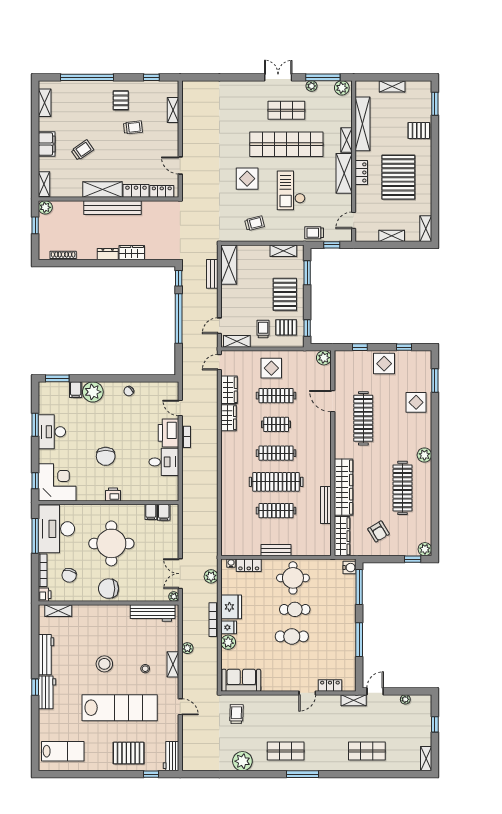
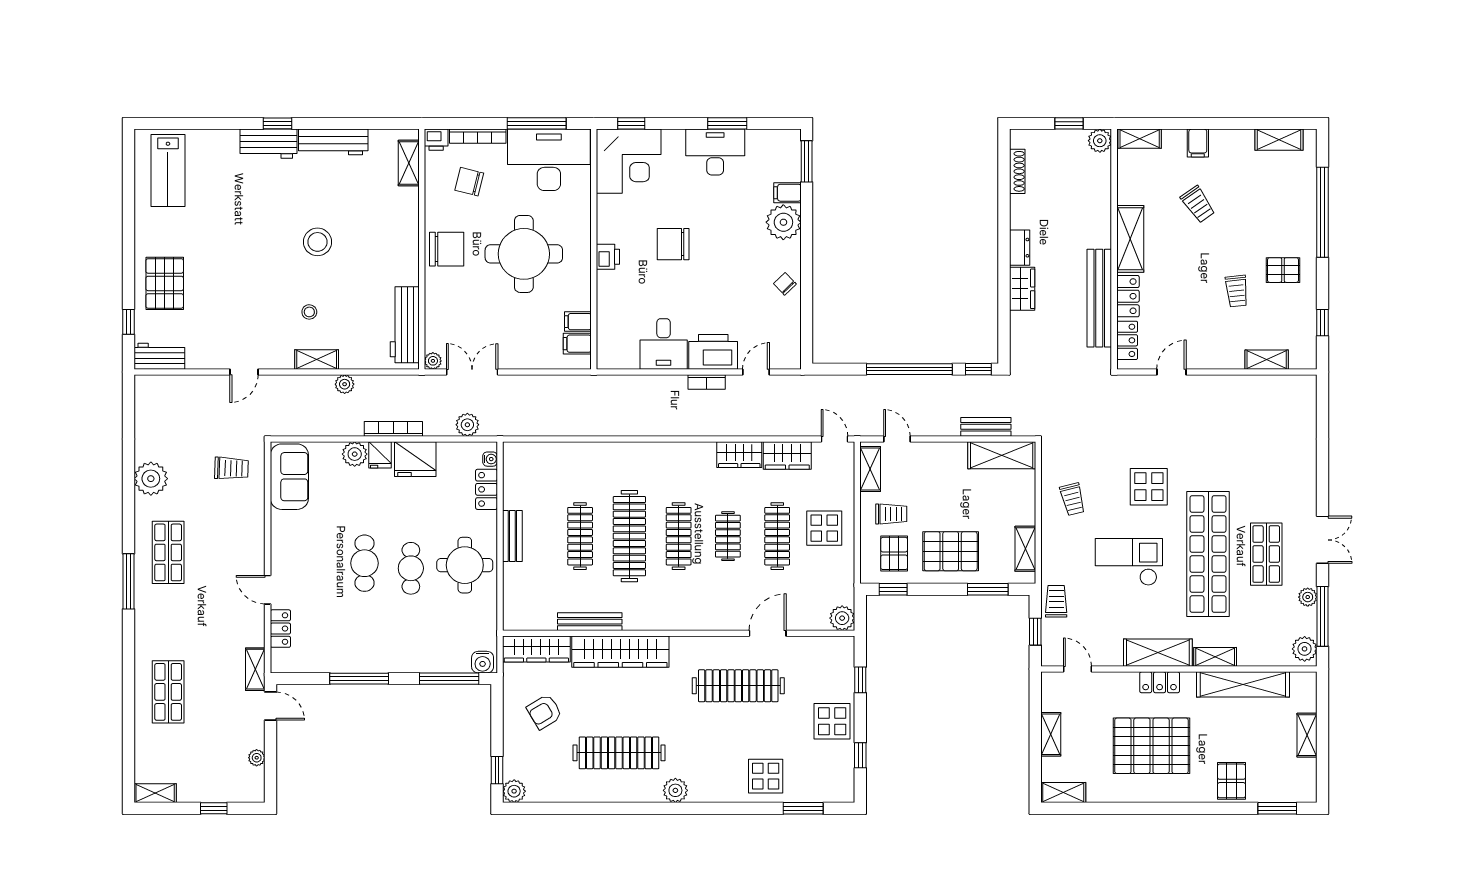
filing cabinet: (47, 144) -> (1198, 143), width x0.50
bench: (113, 208) -> (1099, 298), moved
chair: (109, 589) -> (447, 249), turned 90
lab bench: (120, 708) -> (242, 268), removed

